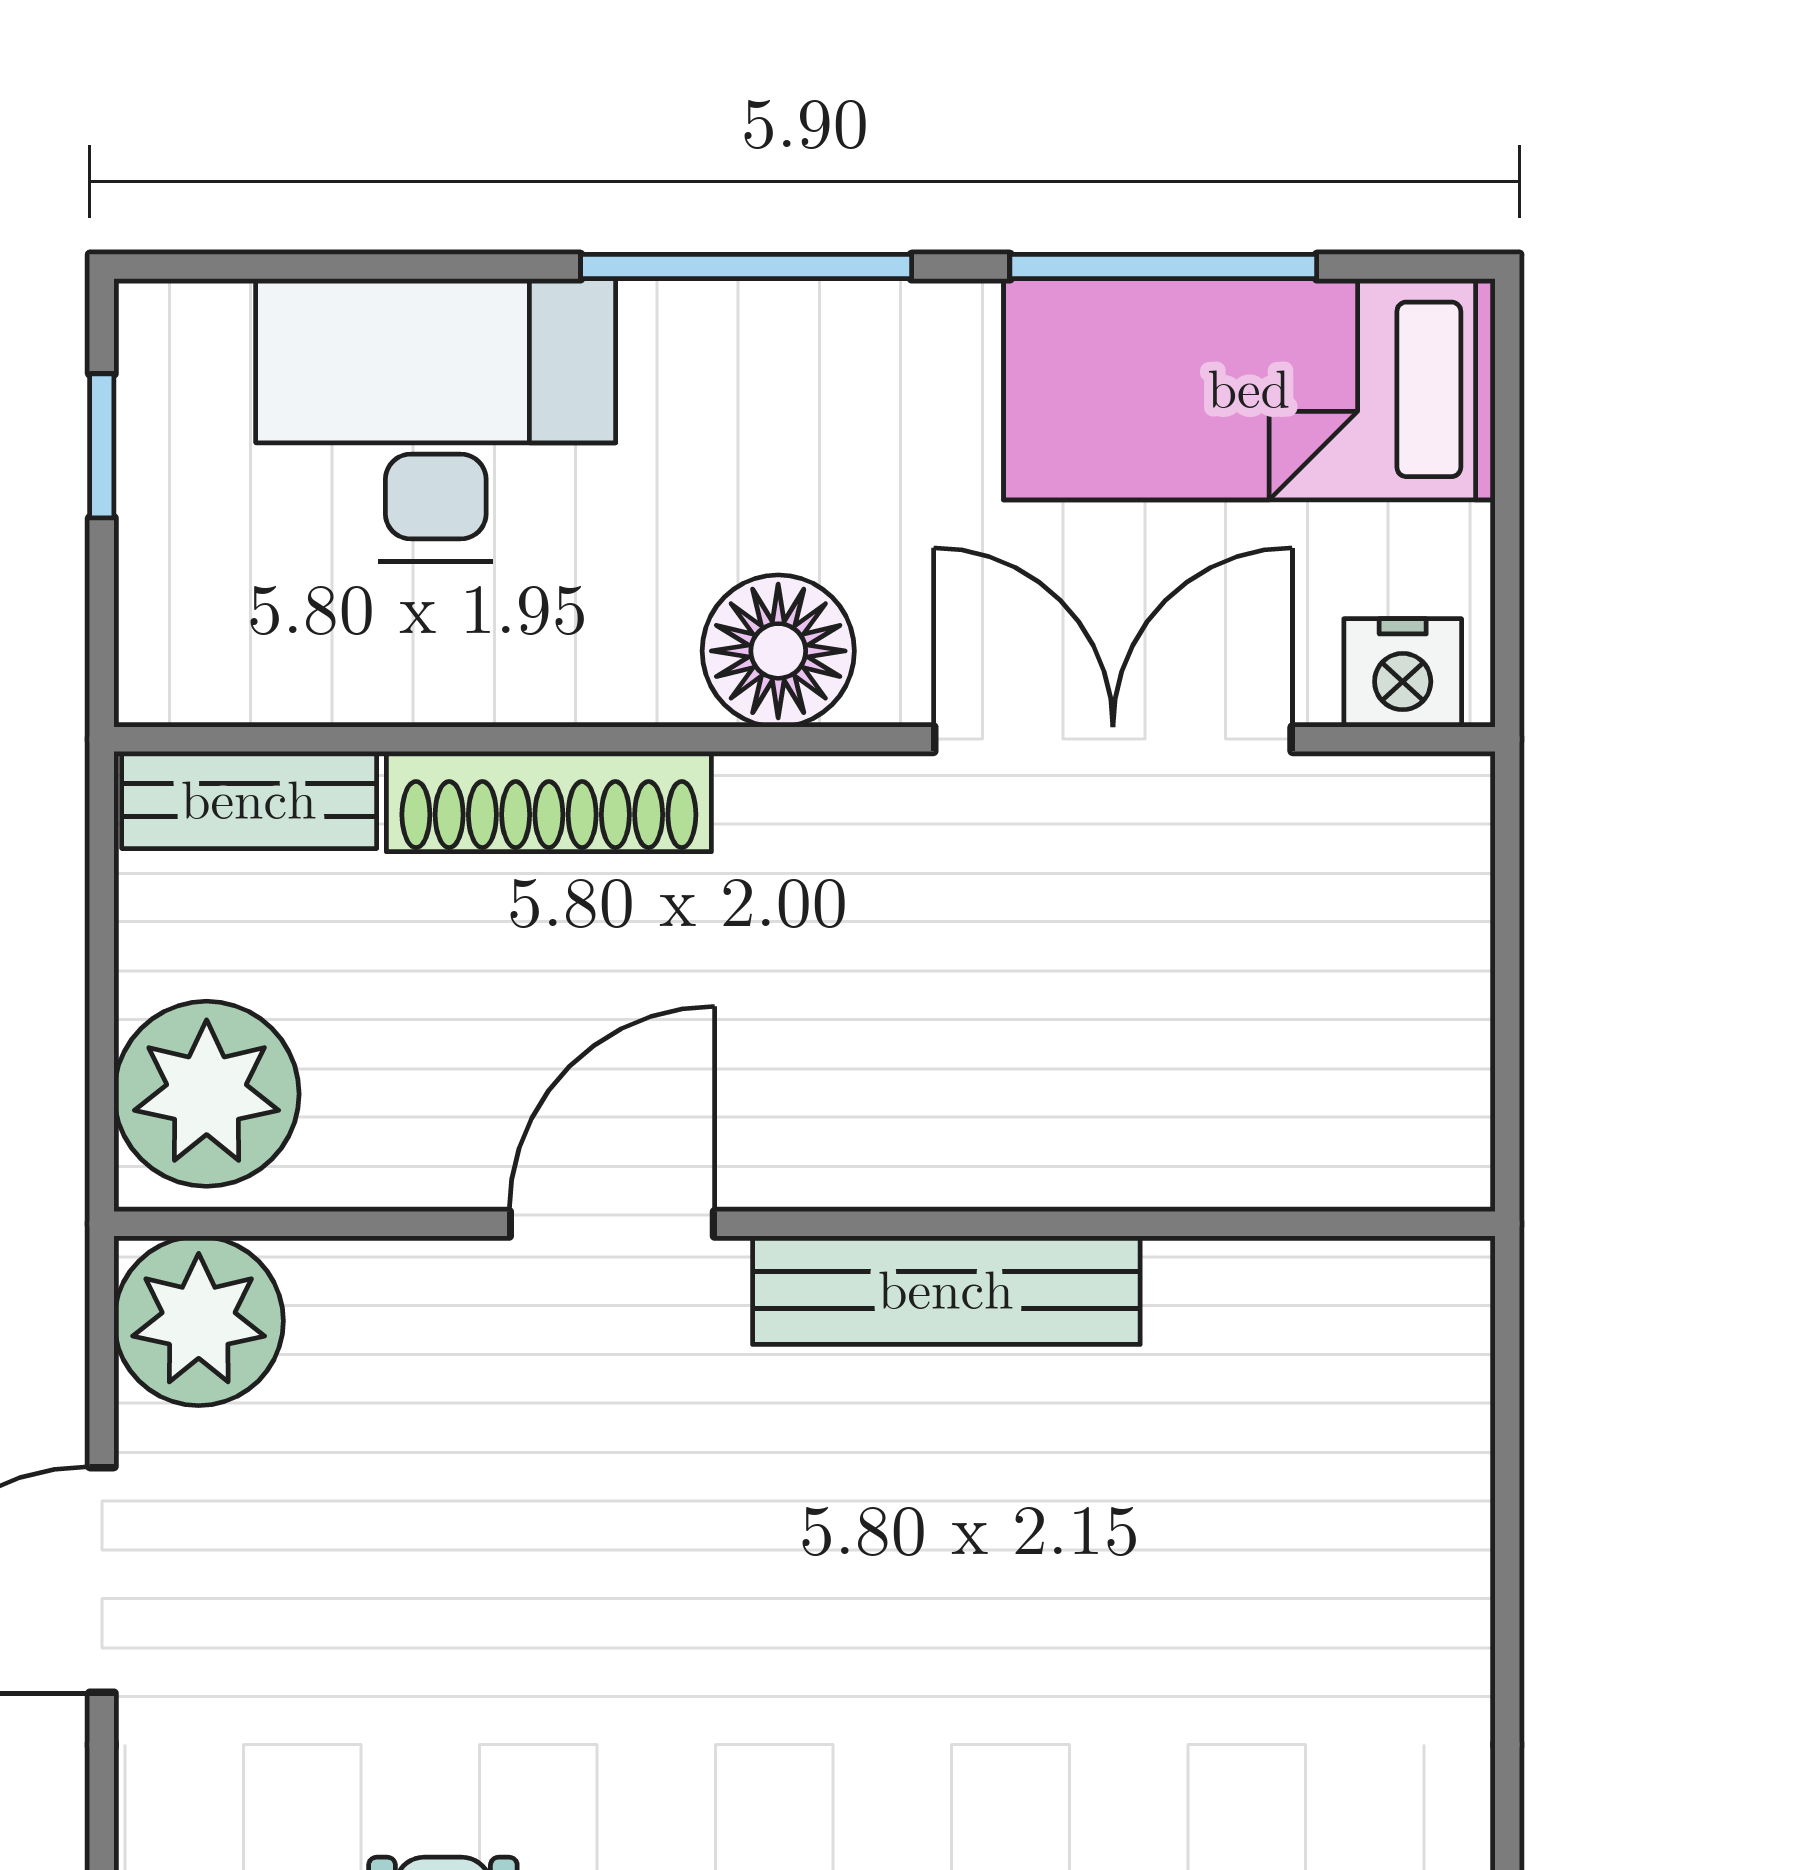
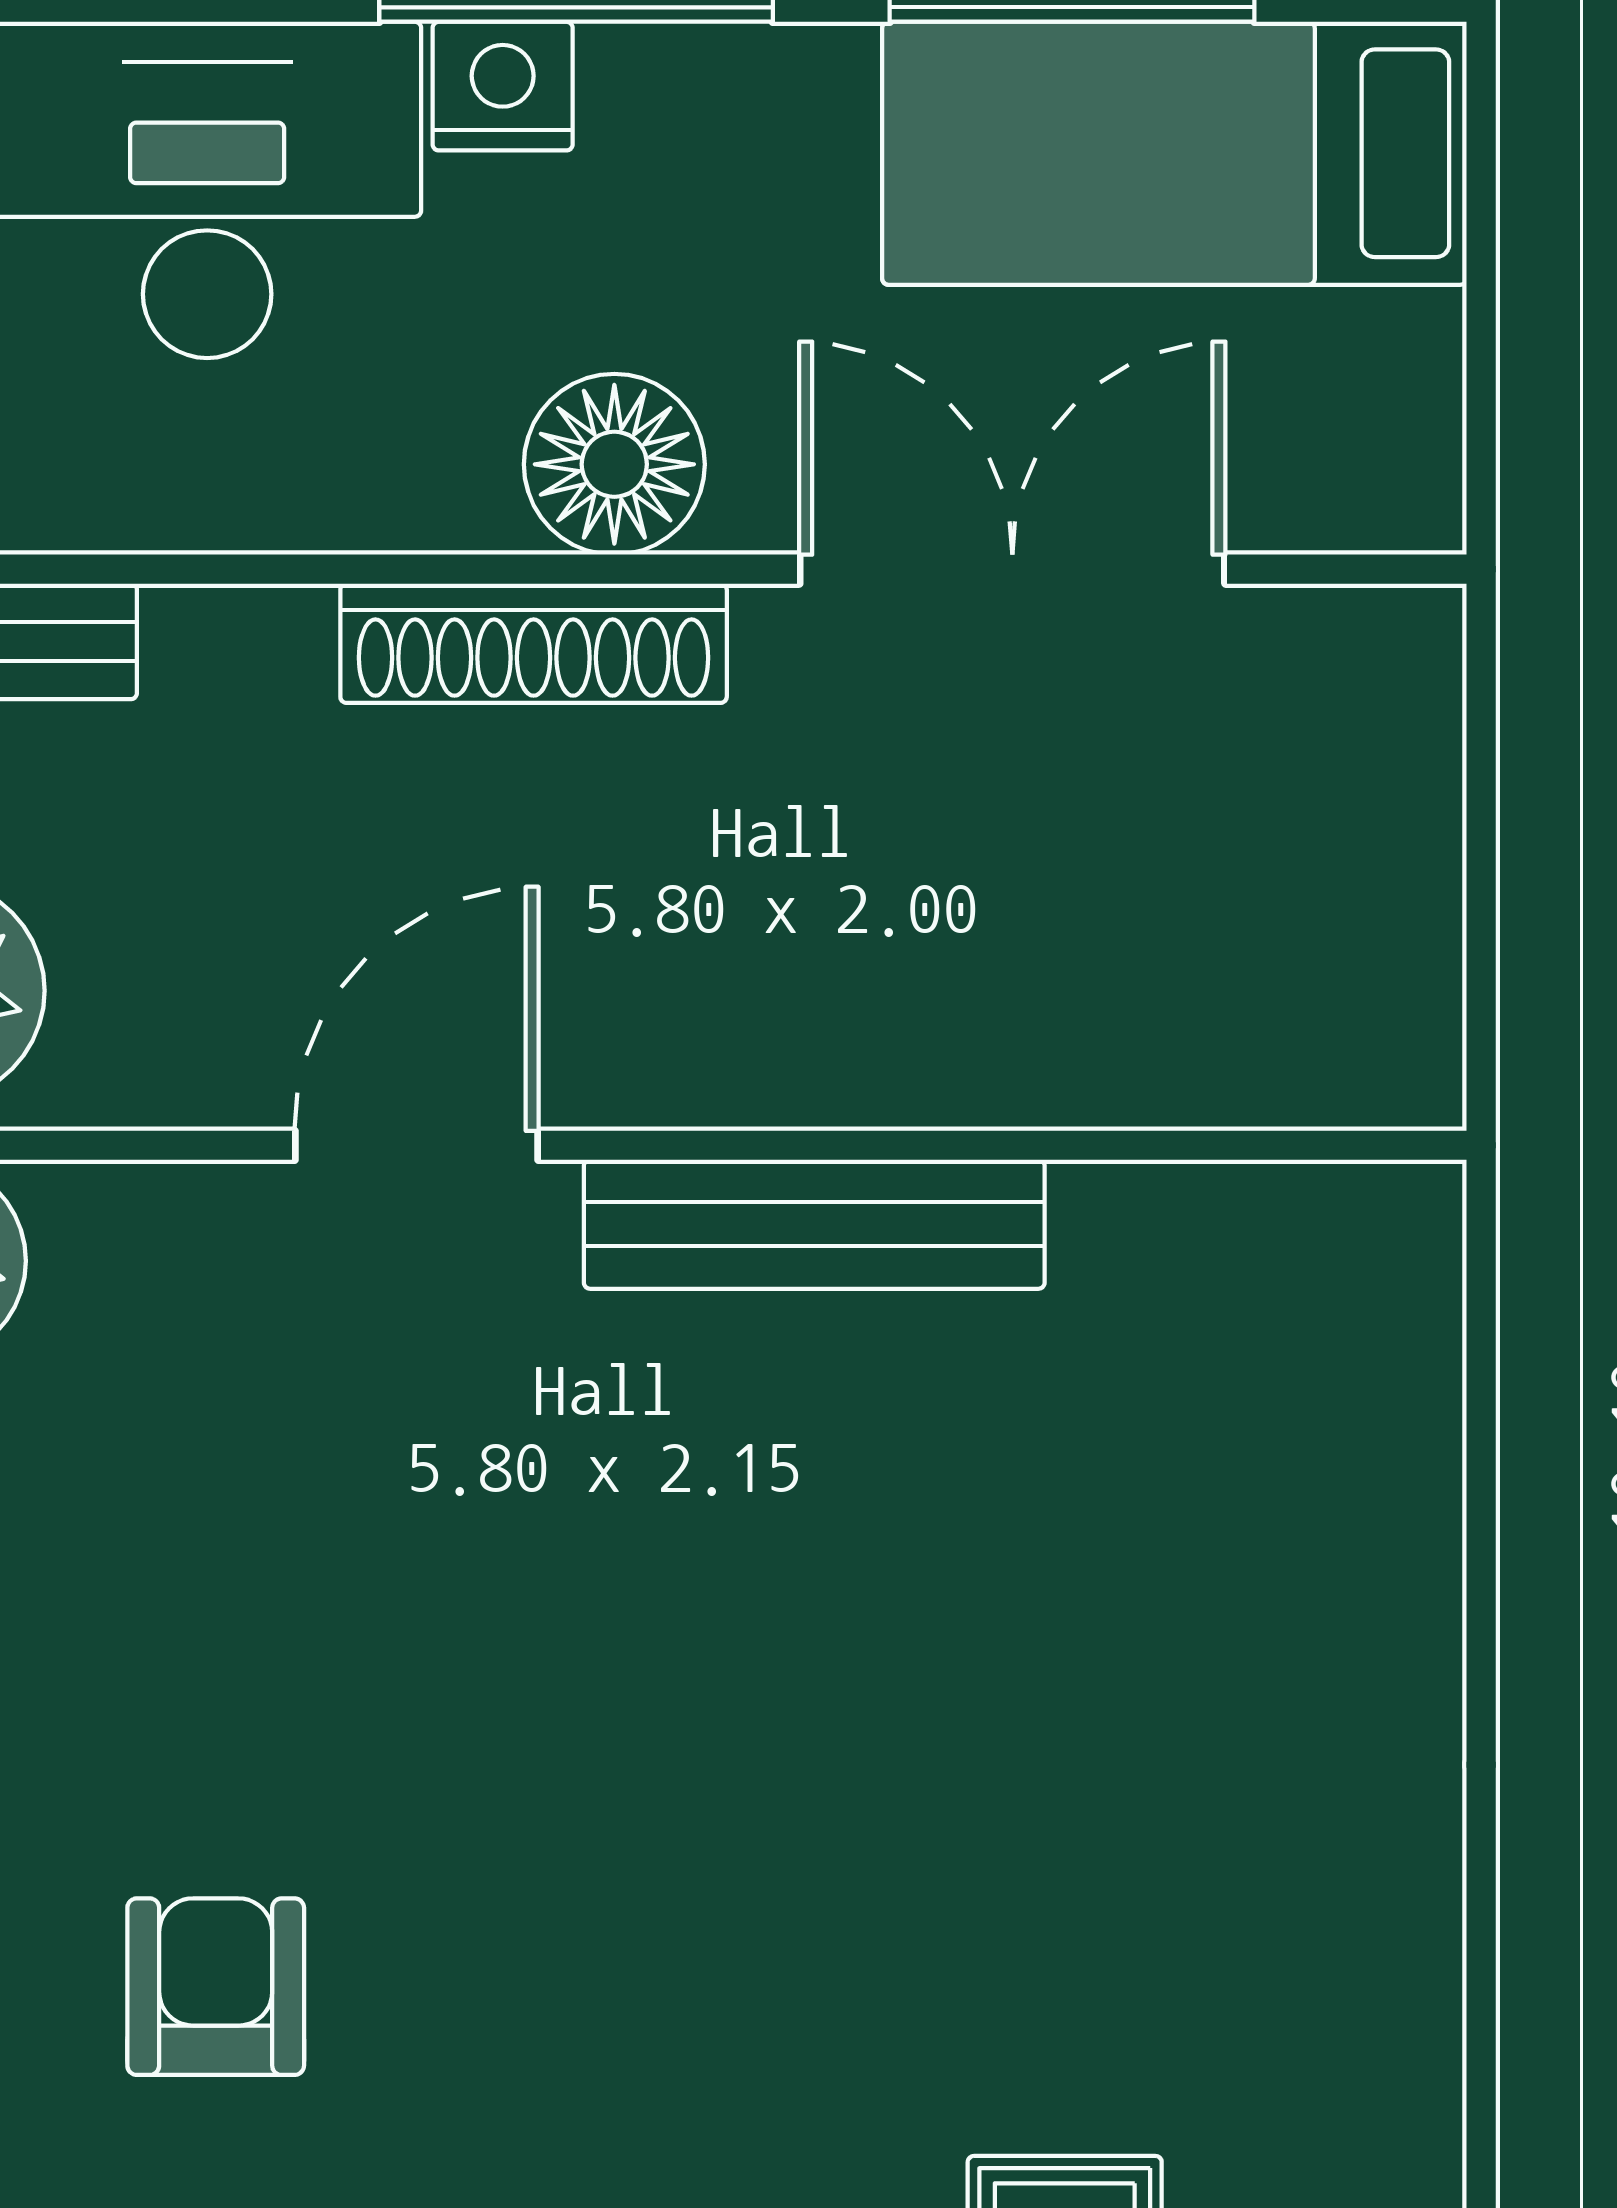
nightstand: (1403, 673) -> (503, 86), moved, turned 180
shoe rack: (549, 801) -> (534, 643), moved

